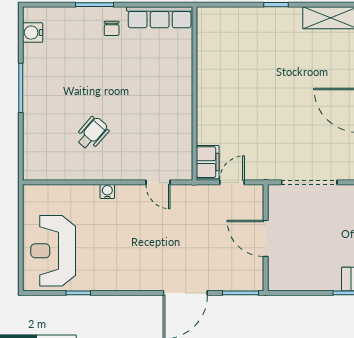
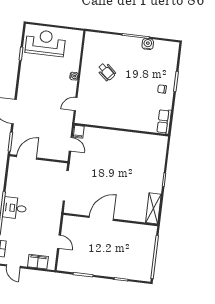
row of seats: (160, 17) -> (164, 122), width x0.68
water cooler: (33, 33) -> (148, 44), moved
filing cabinet: (208, 162) -> (79, 132), width x0.50
door: (266, 238) -> (27, 157), moved

